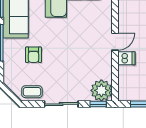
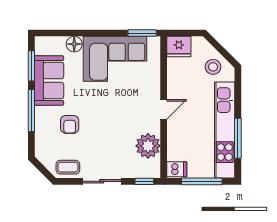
dishwasher: (126, 58) -> (177, 169), moved
plant: (101, 90) -> (148, 146), moved

